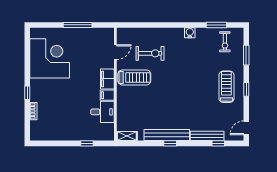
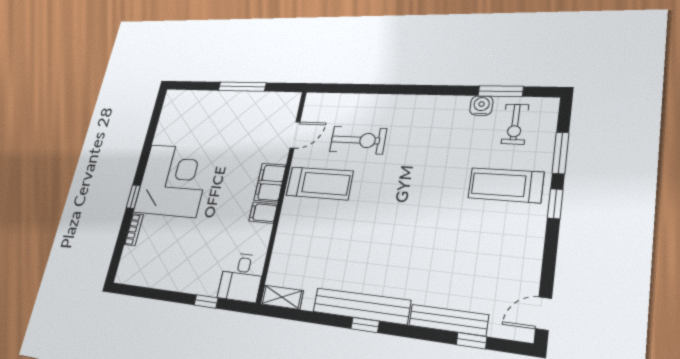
water cooler: (190, 33) -> (481, 106), moved
corner desk: (50, 58) -> (173, 180), moved
treadmill: (226, 87) -> (506, 185), moved, turned -90
window: (246, 89) -> (555, 204), moved
desk: (102, 112) -> (241, 277), moved, turned 90

